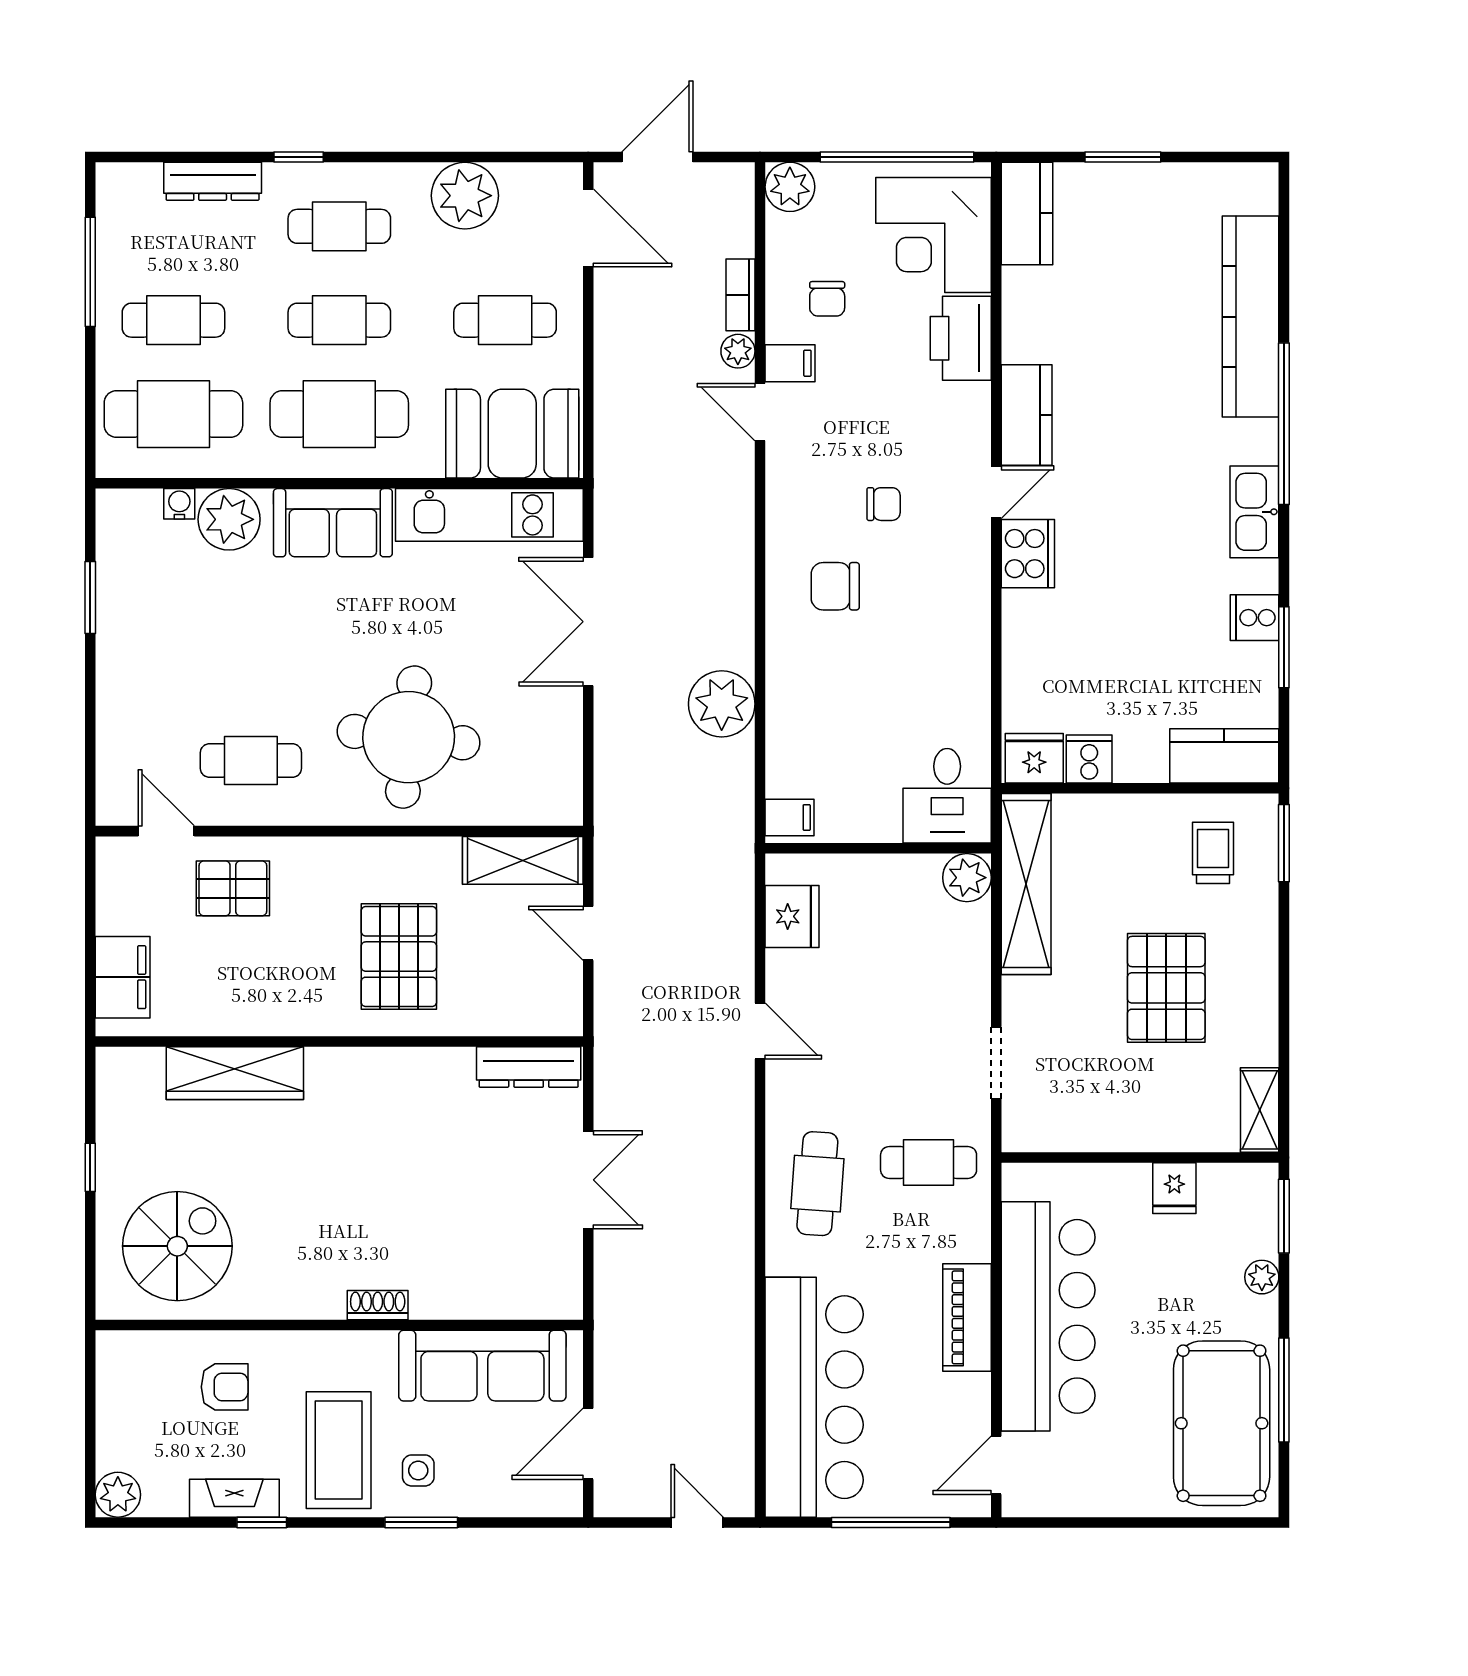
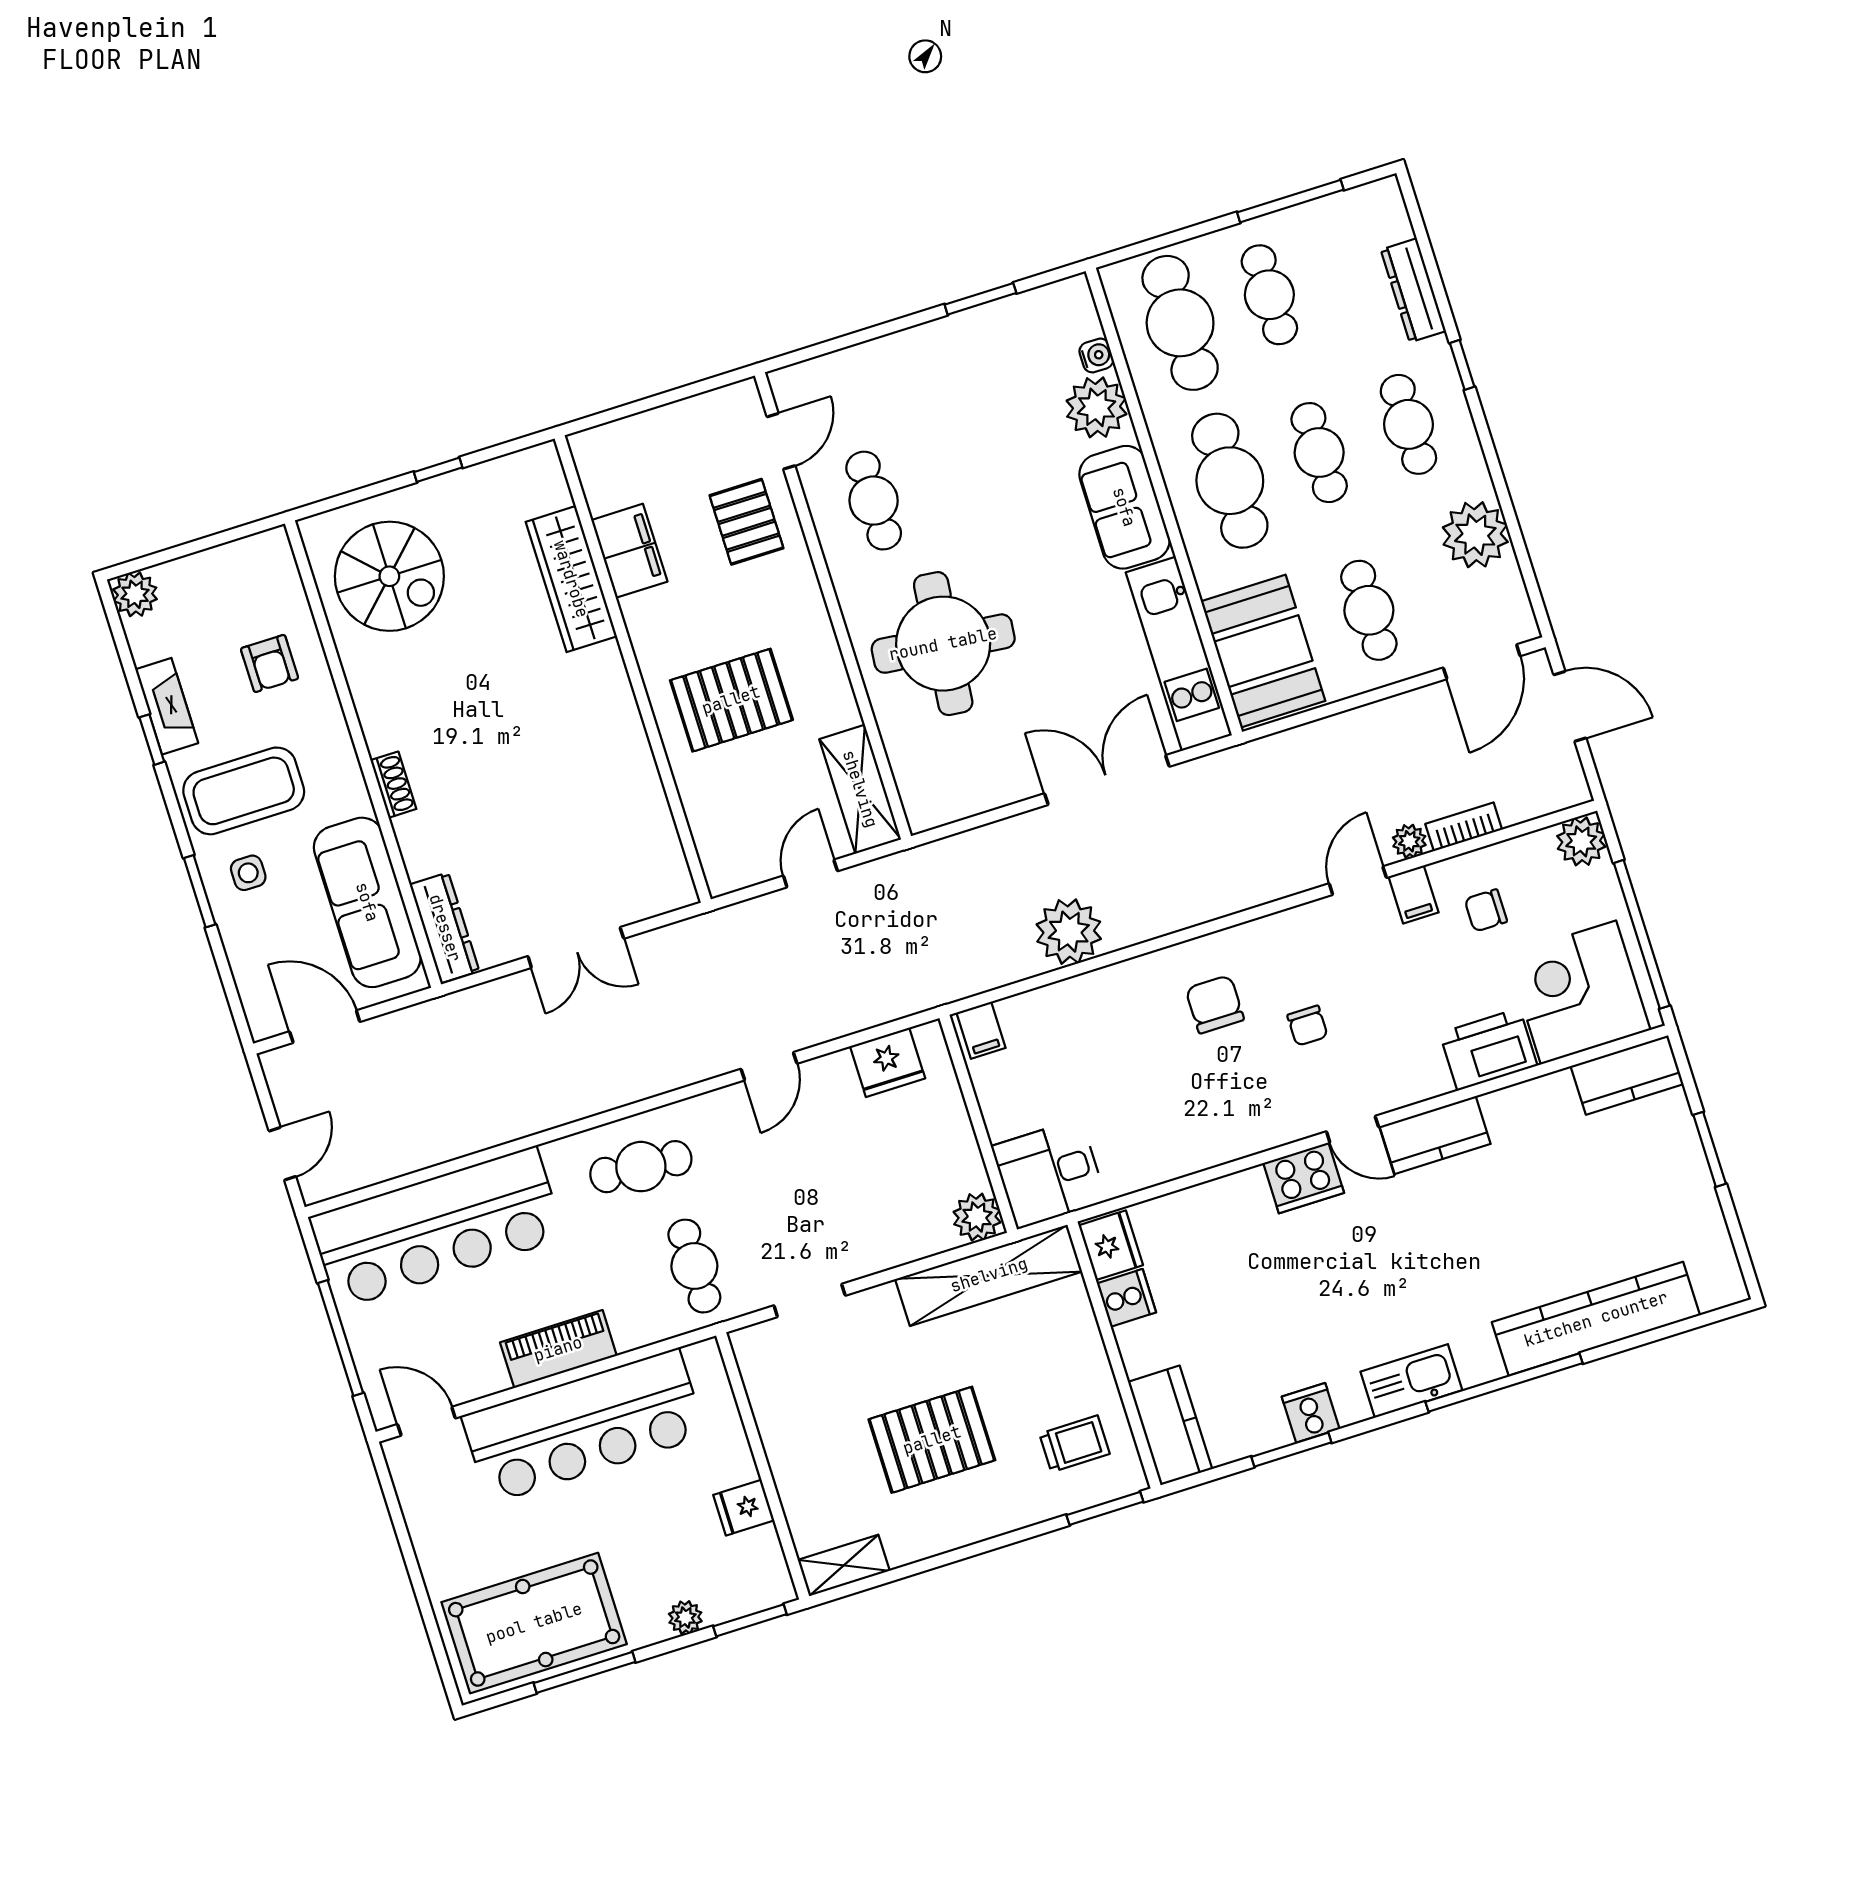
filing cabinet: (123, 977) -> (629, 551), moved, turned -90
dresser: (529, 1067) -> (445, 928), moved, turned 180

